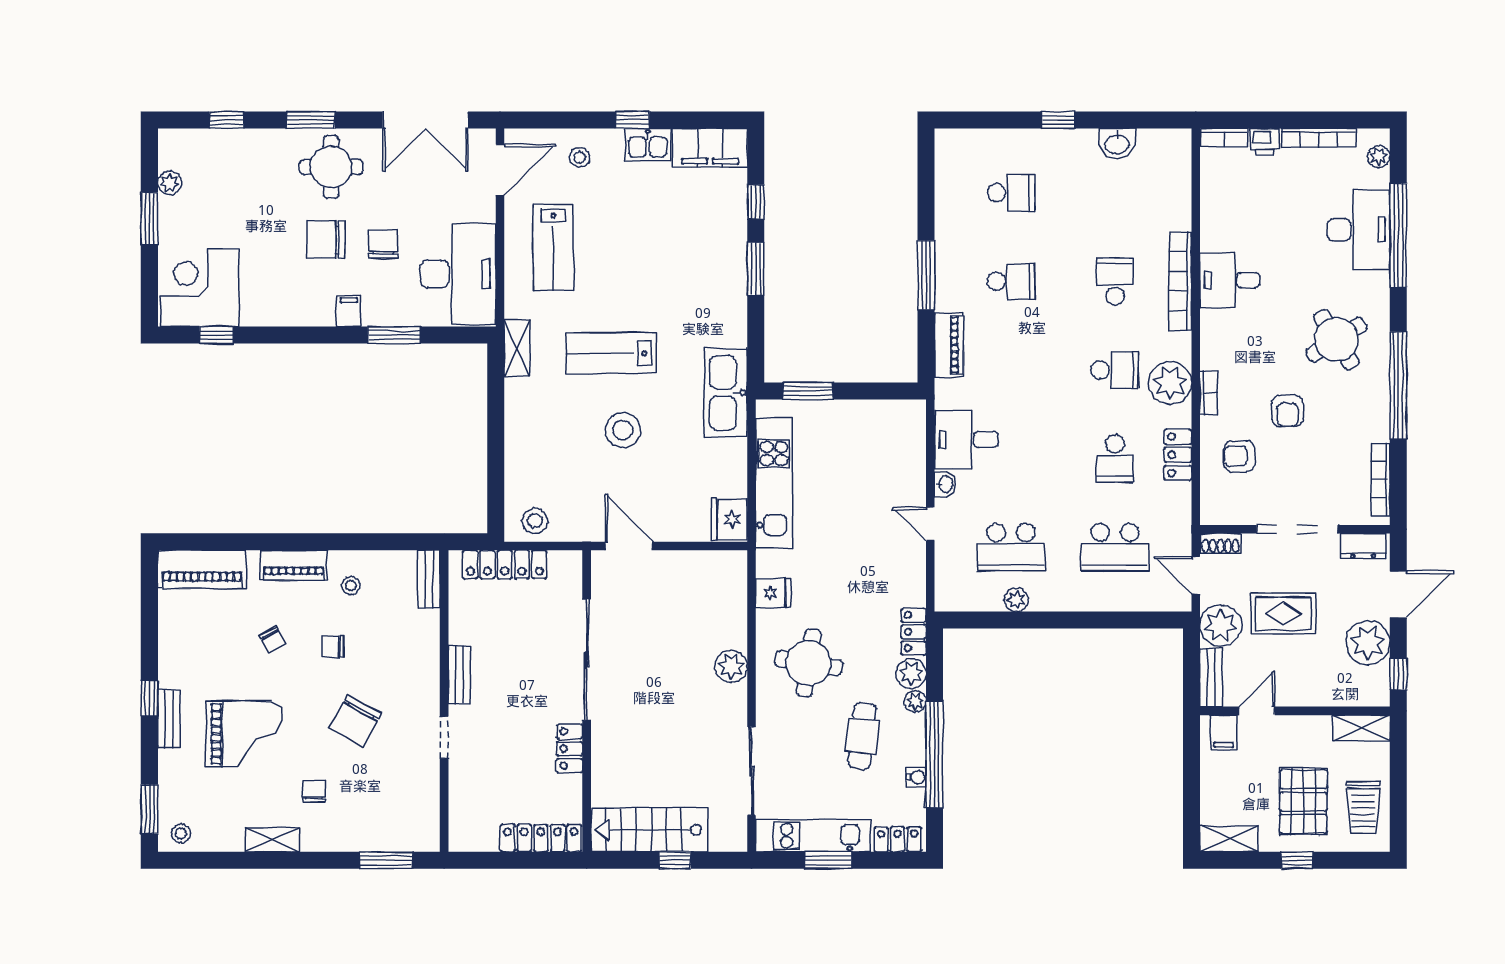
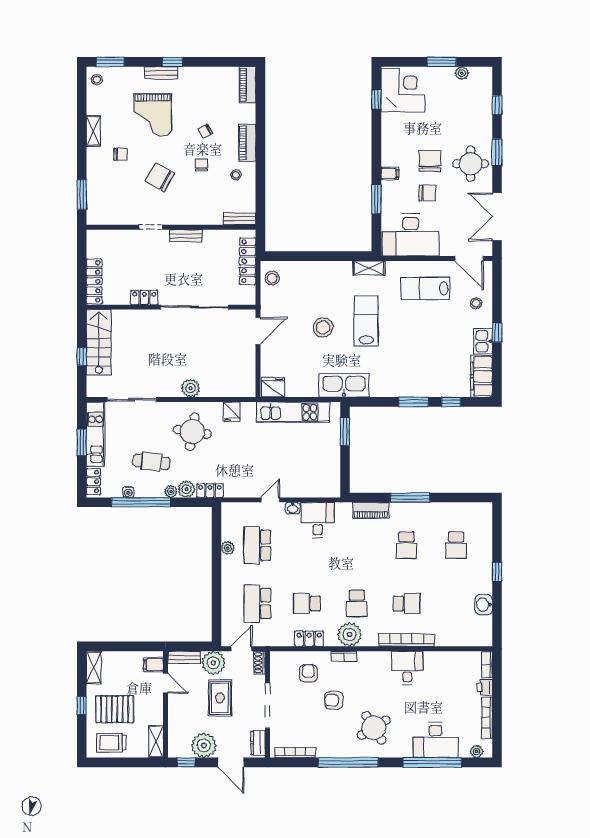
piano: (202, 569) -> (248, 85), width x0.73, depth x0.75

